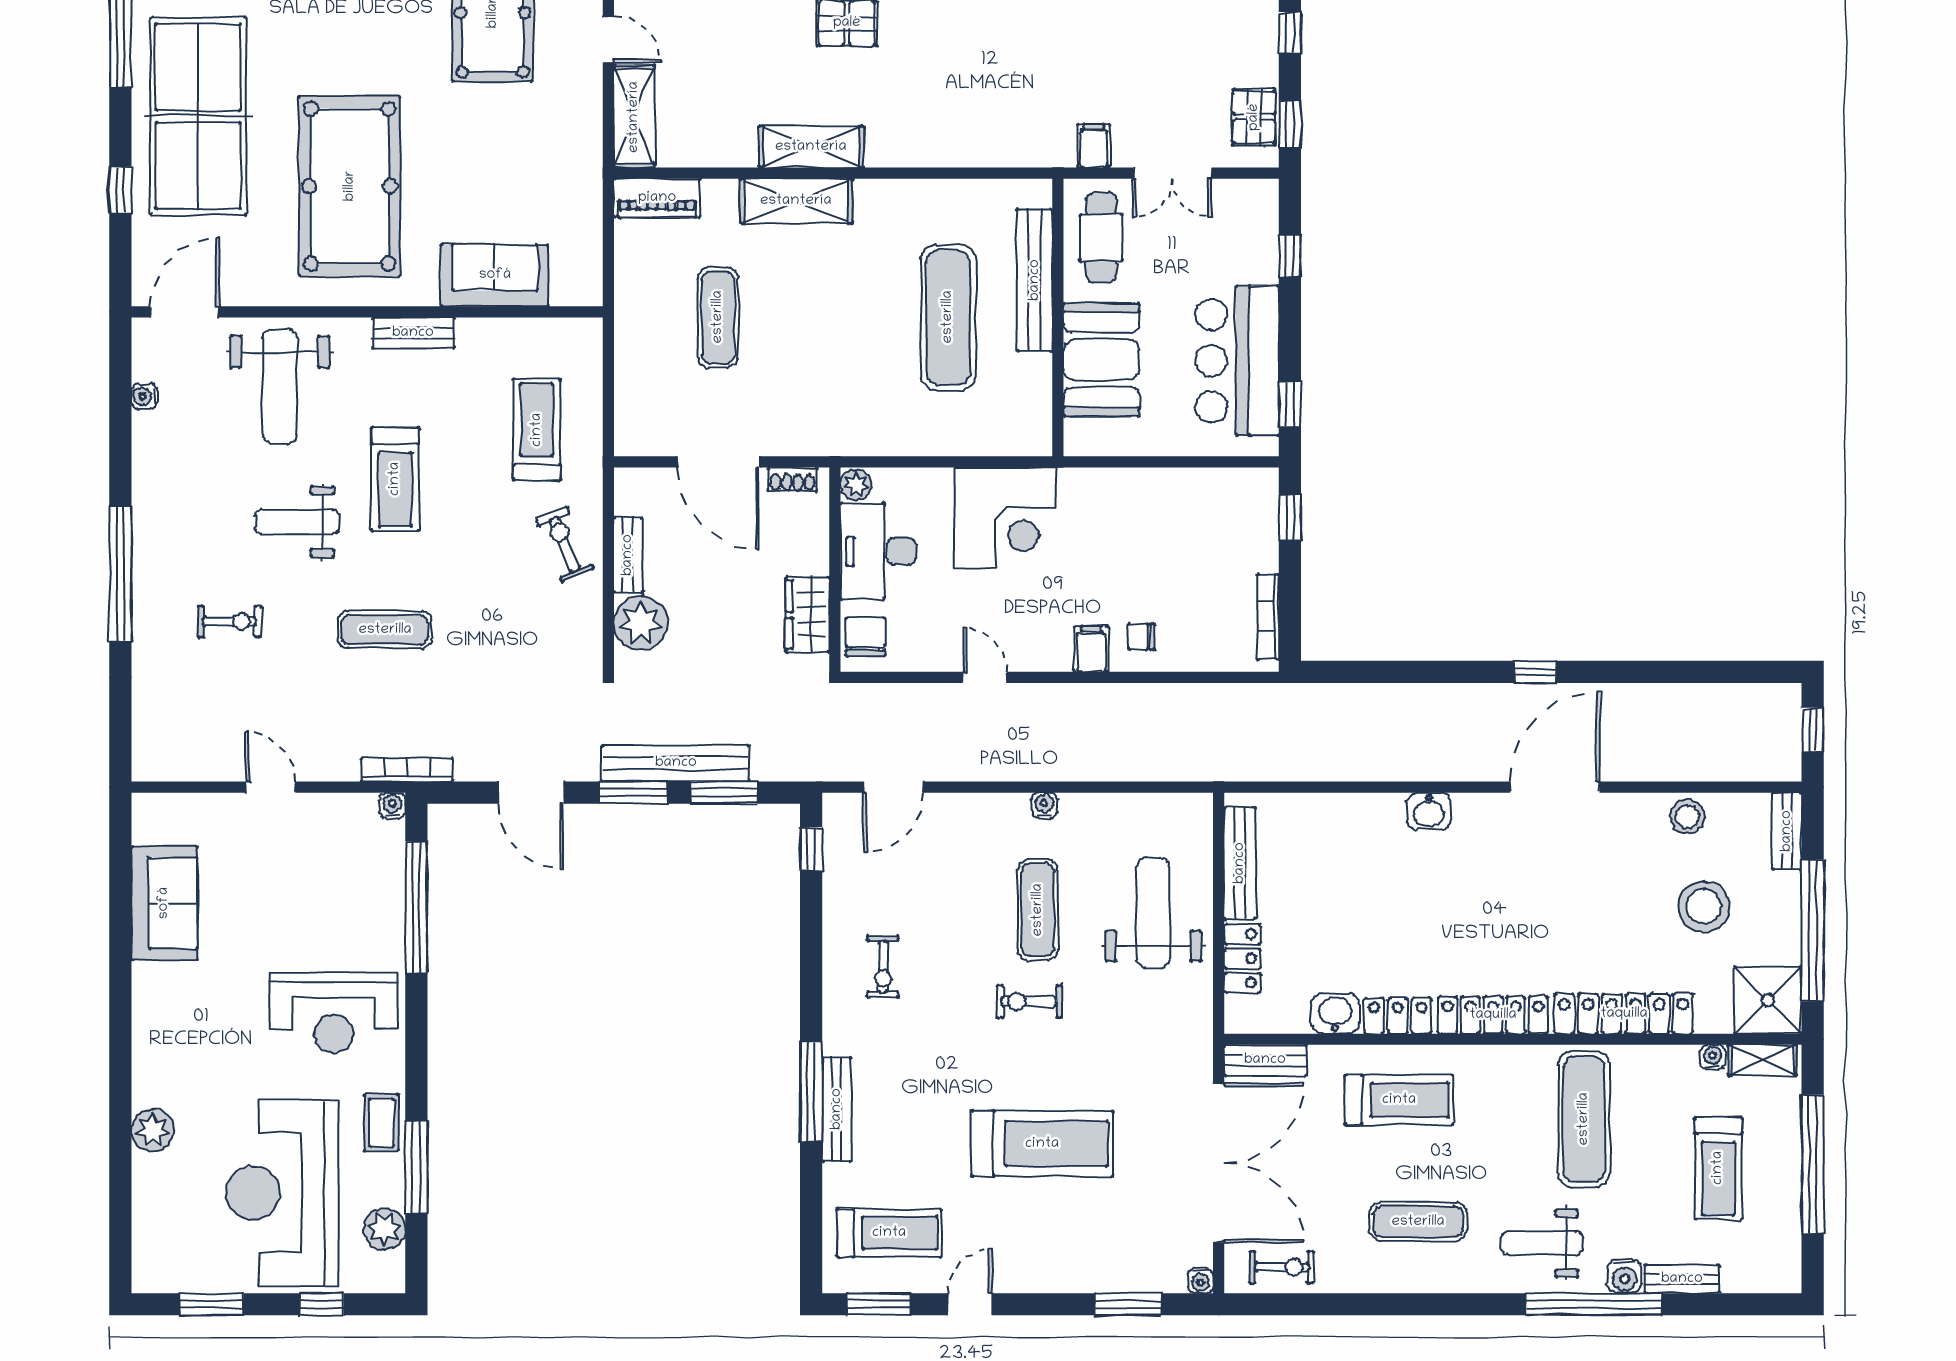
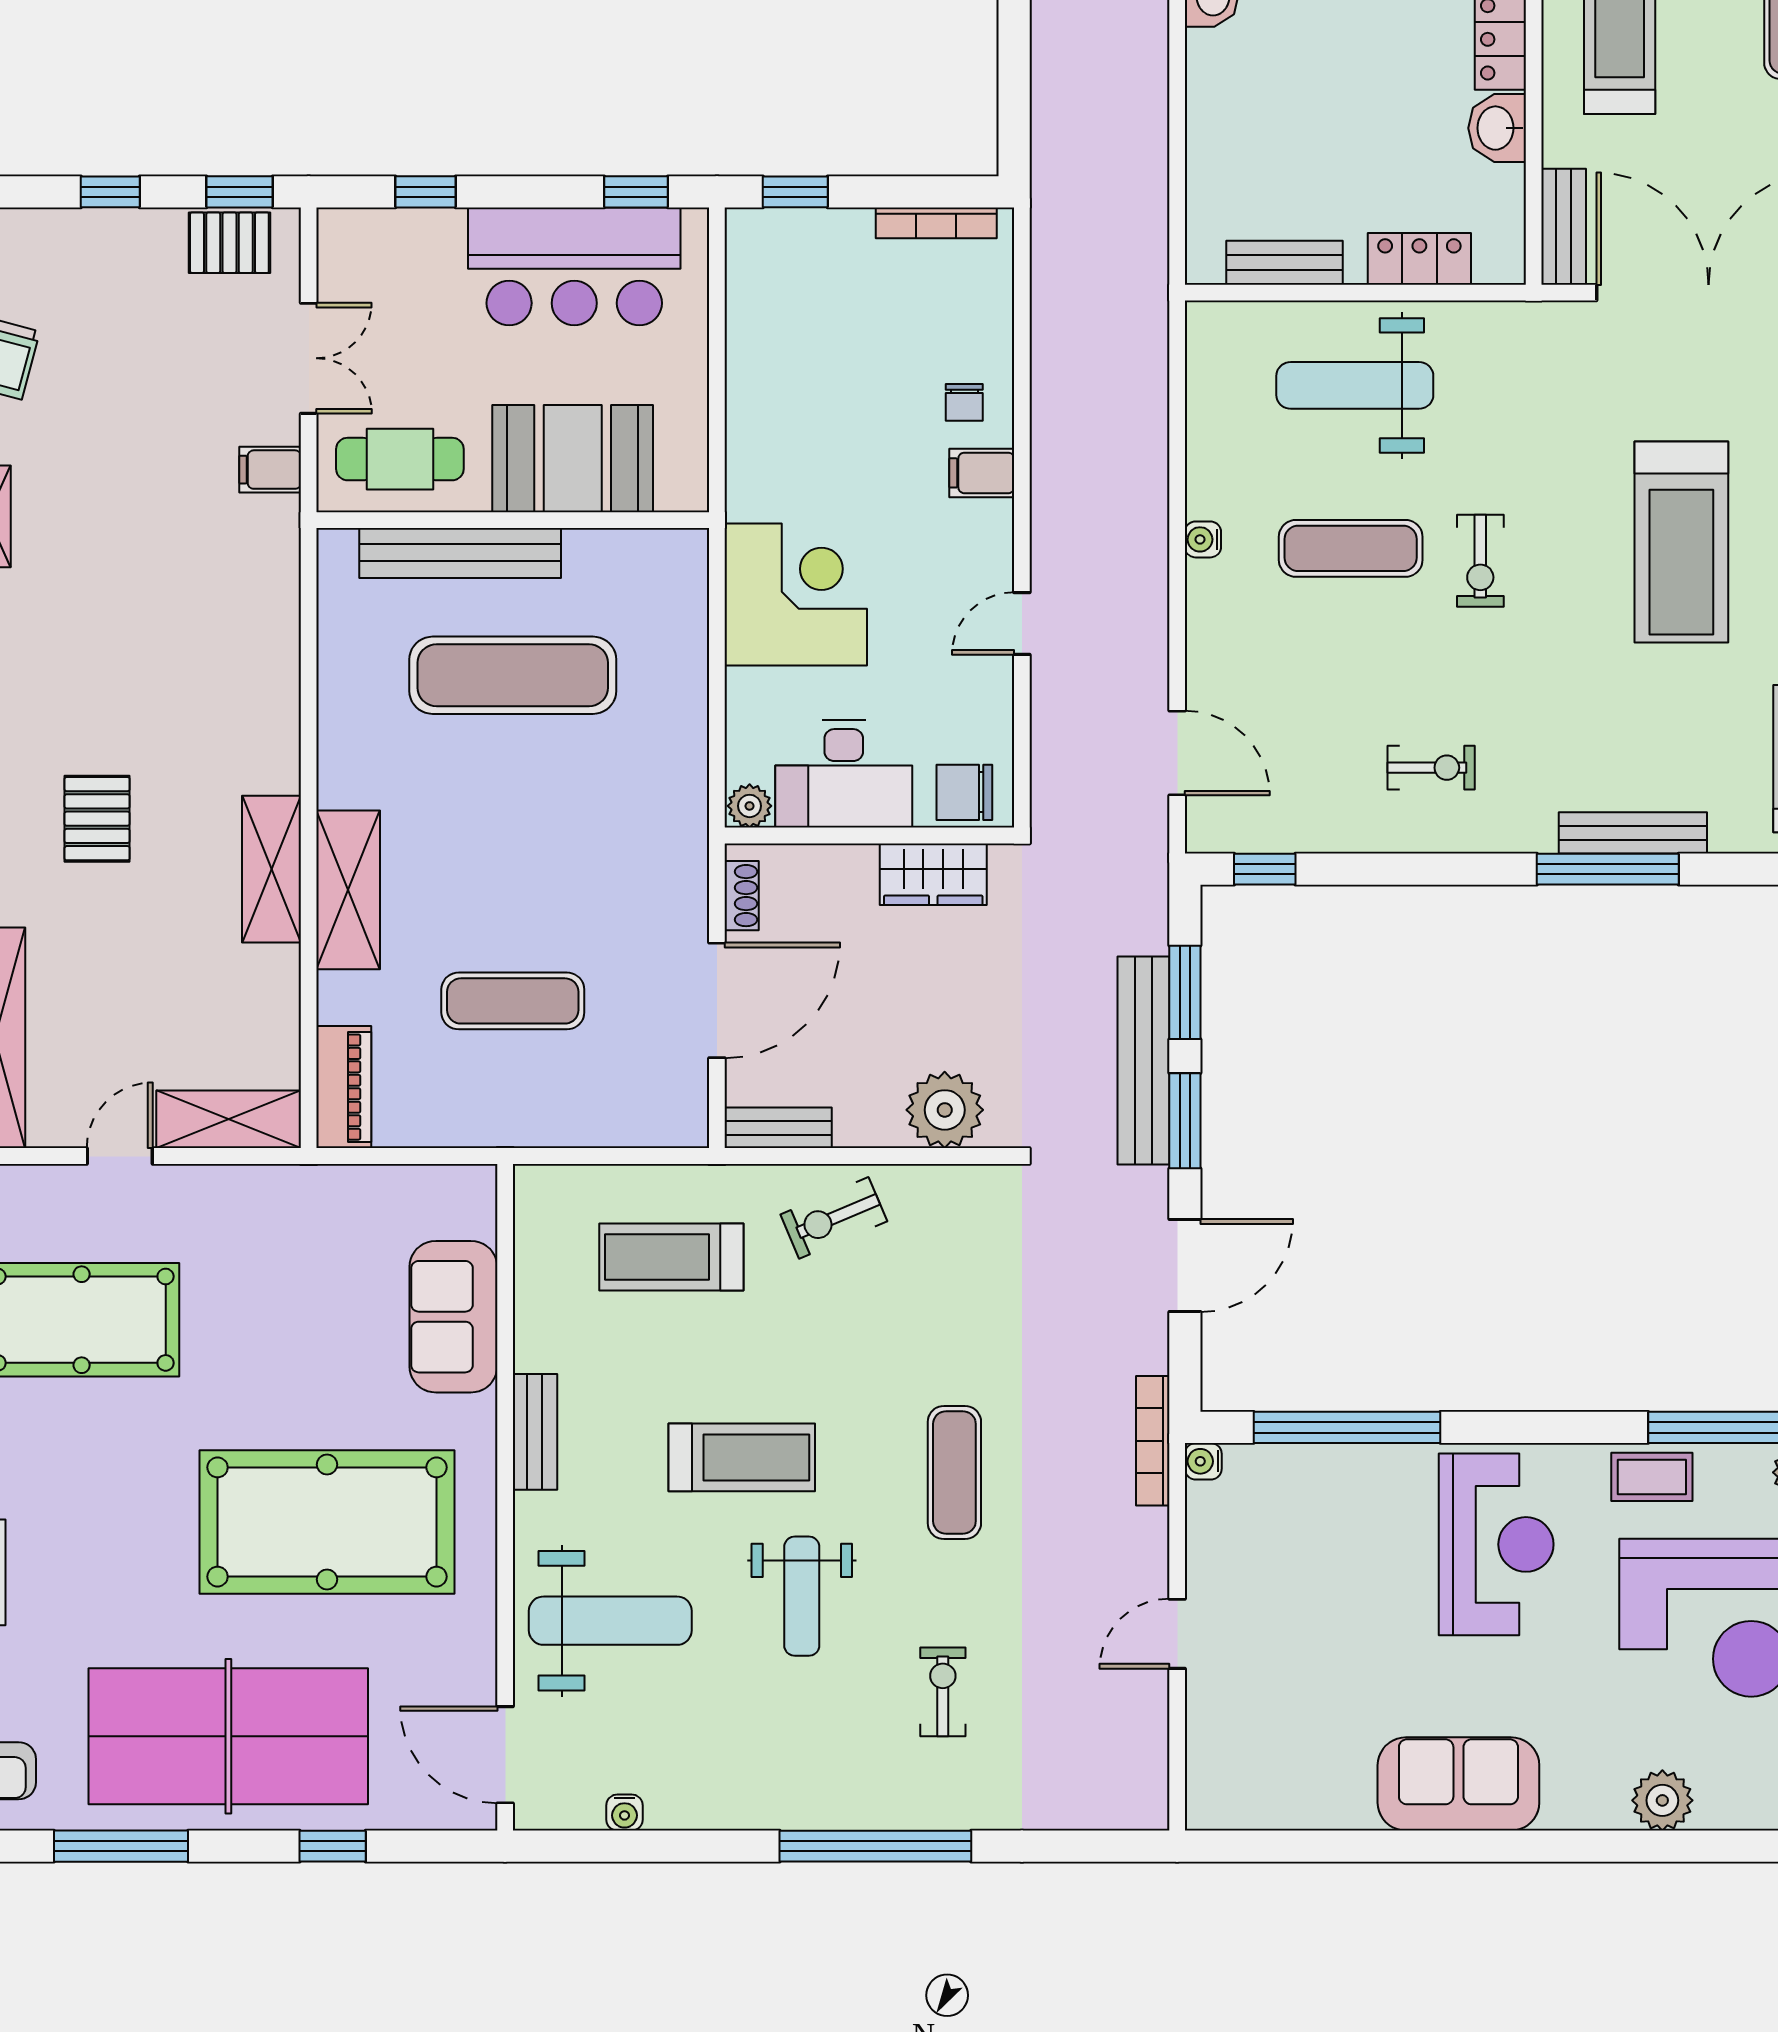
bench: (628, 555) -> (778, 1128), moved
bench: (1240, 863) -> (1285, 263), width x0.73
sofa: (164, 903) -> (1458, 1784), moved
treadmill: (1042, 1144) -> (1681, 542), turned 180

